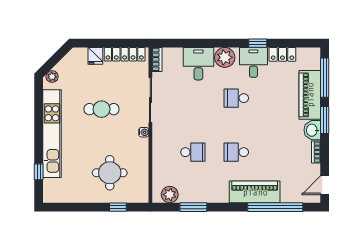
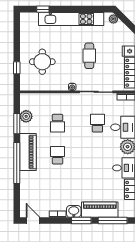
school desk: (236, 98) -> (97, 123), moved
piano: (255, 192) -> (28, 152), moved
plant: (170, 195) -> (26, 116), moved
window: (275, 207) -> (17, 163), moved

